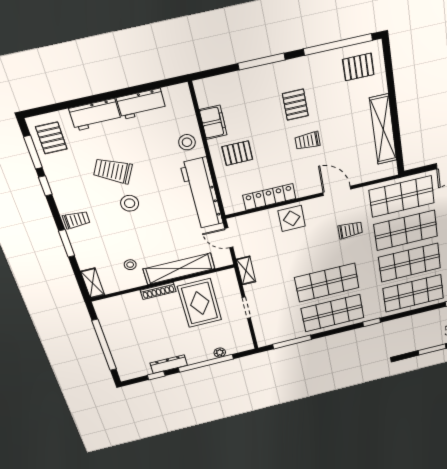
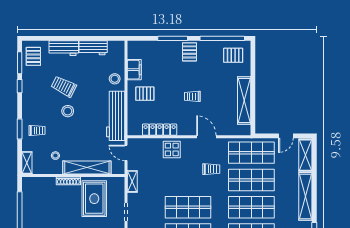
pallet: (295, 105) -> (190, 52), moved
trolley: (76, 220) -> (37, 130), moved

